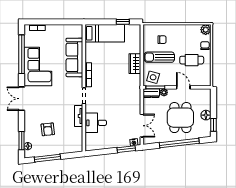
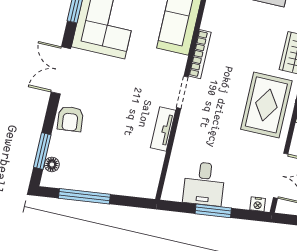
rug: (127, 92) -> (266, 105), added
desk: (96, 123) -> (204, 184), moved, turned -97
armchair: (48, 129) -> (70, 119), moved
window: (126, 149) -> (213, 211), moved

